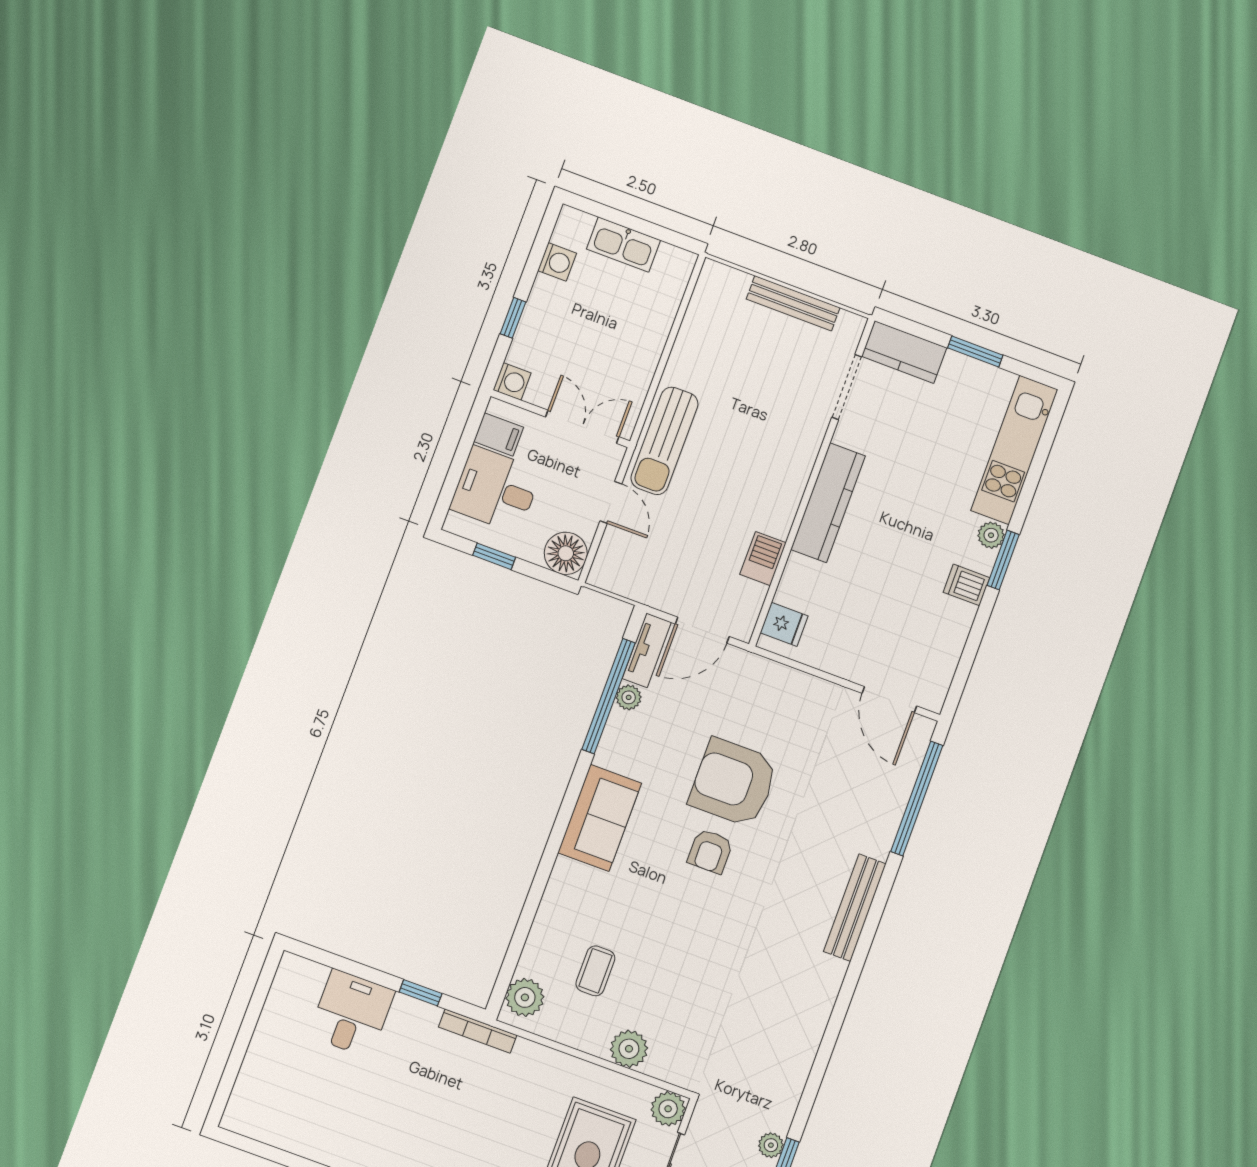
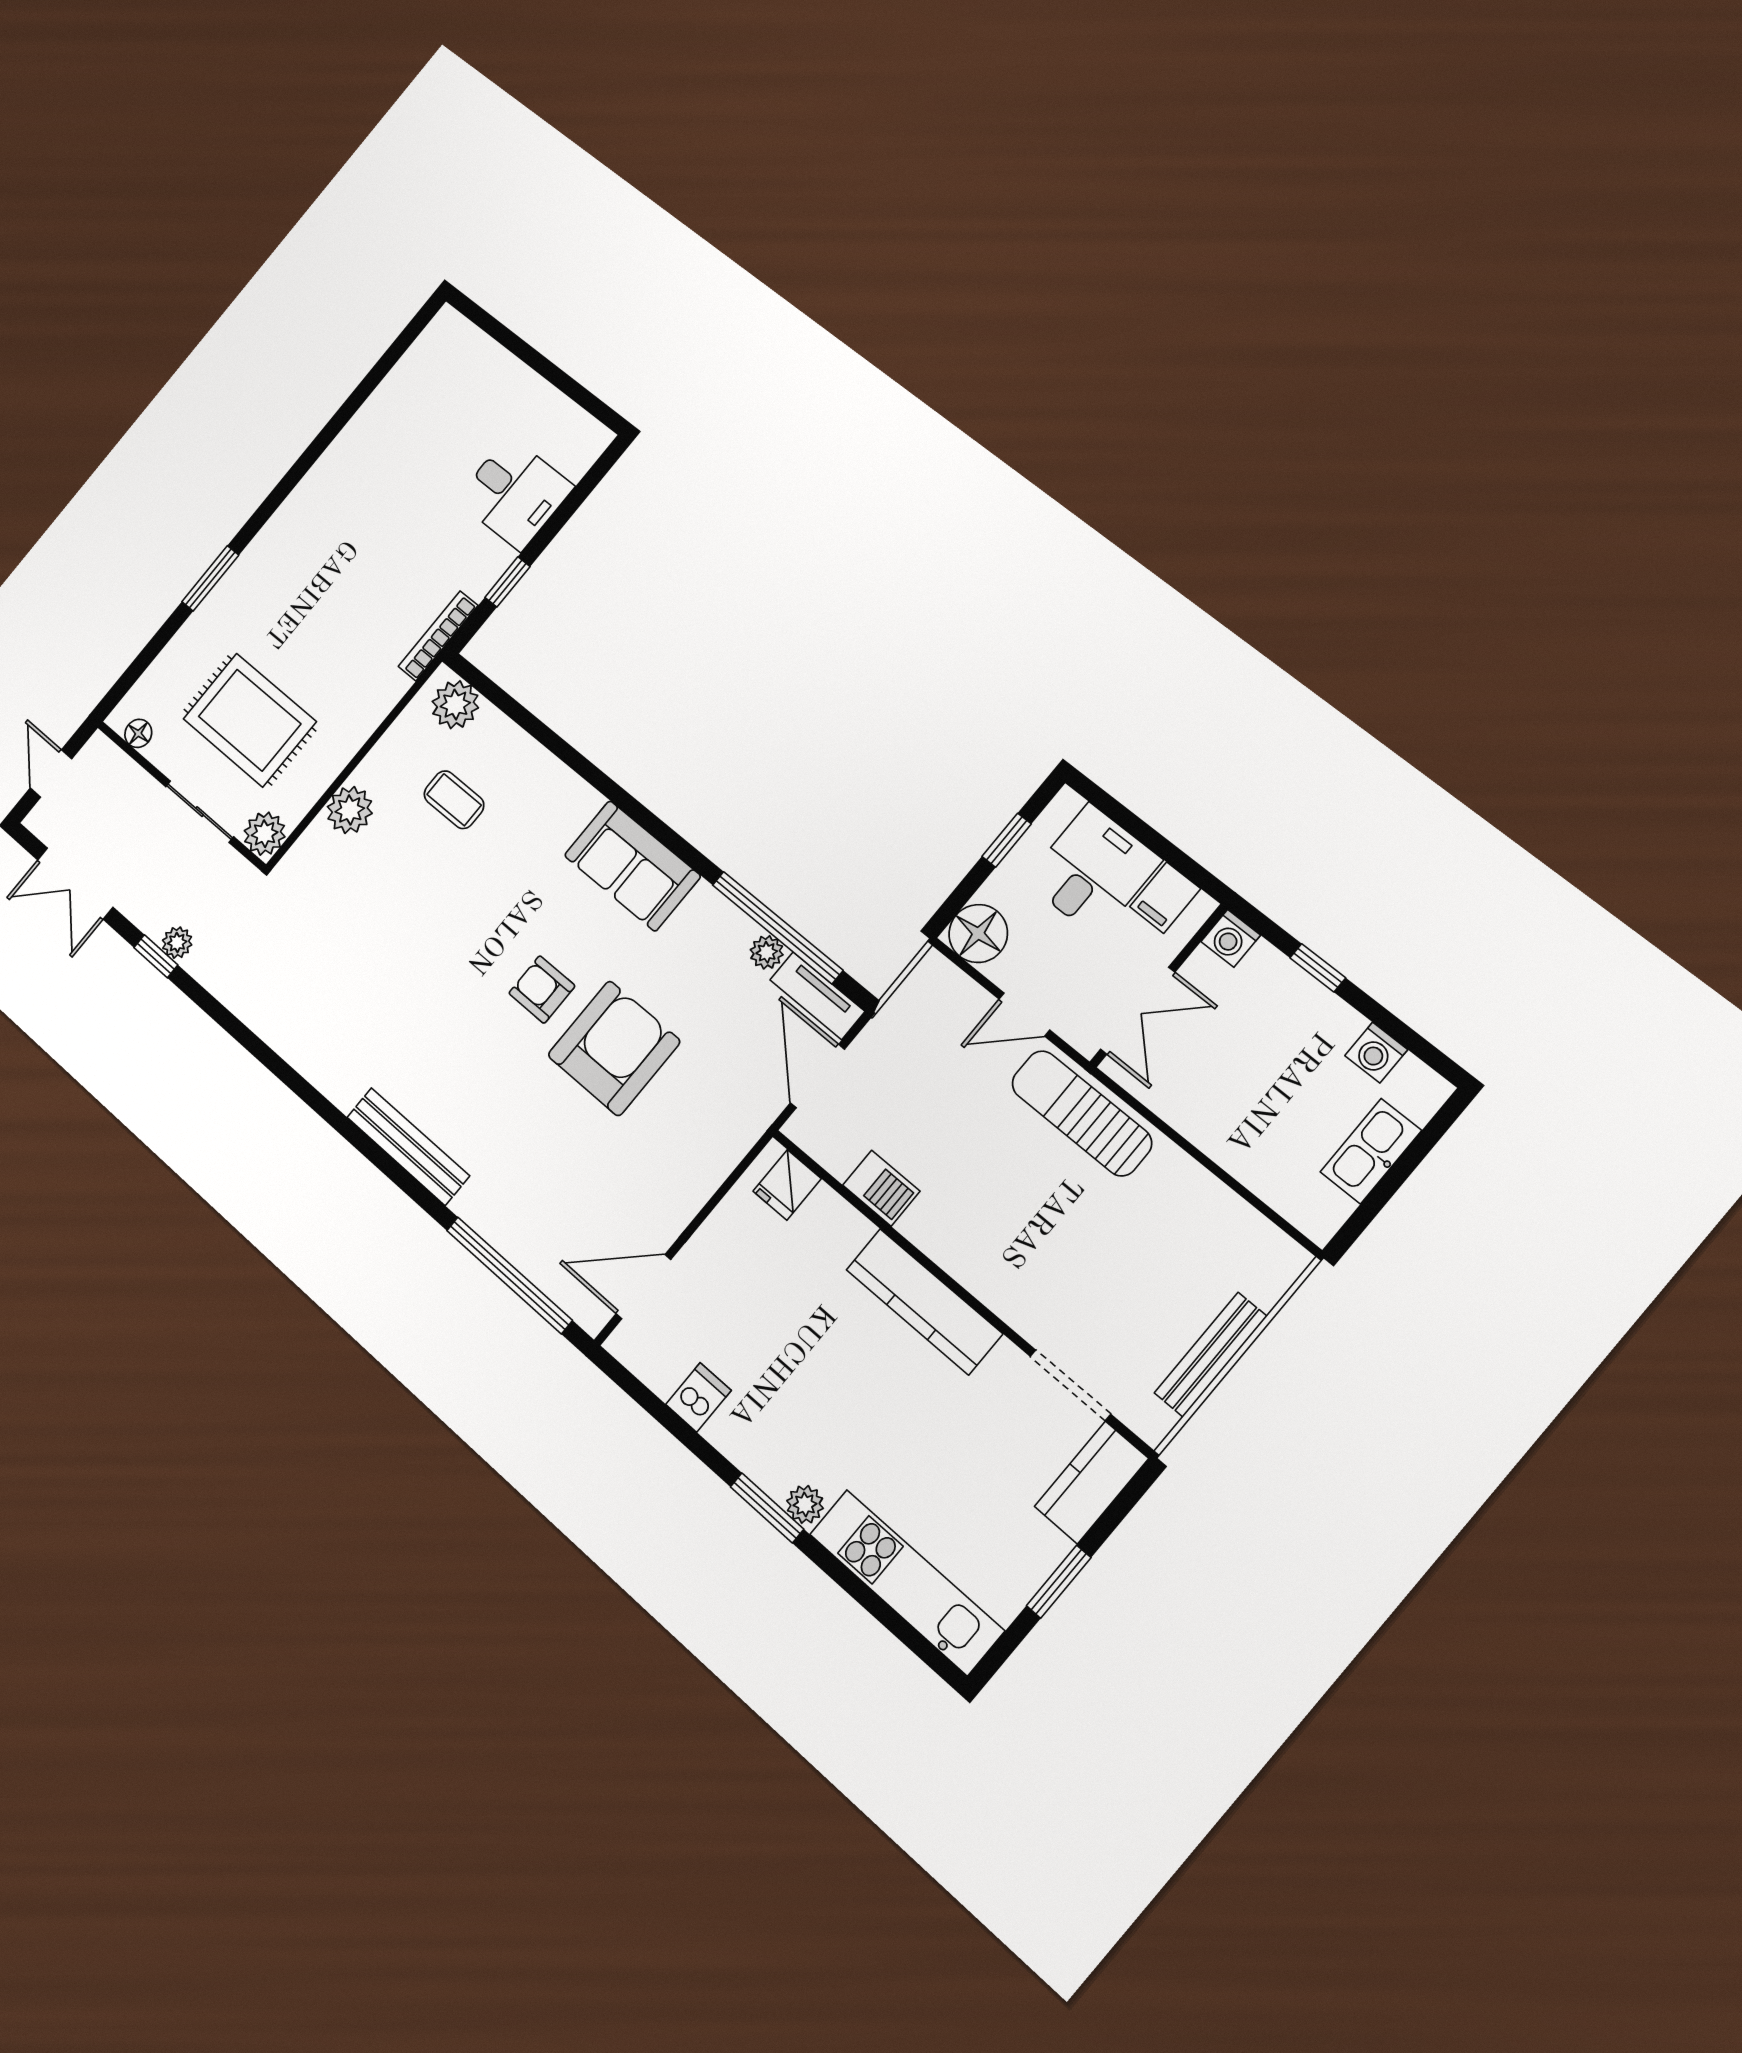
dishwasher: (967, 585) -> (698, 1397), moved

